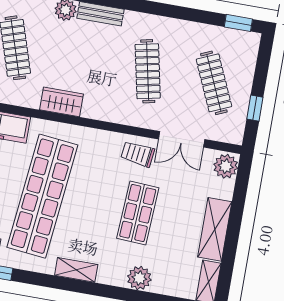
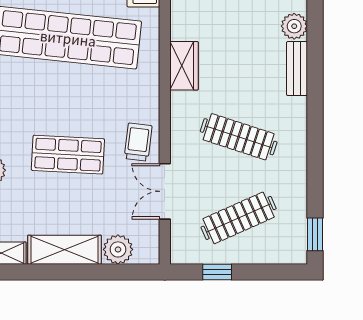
clothes rail: (148, 71) -> (239, 137), turned 30
wardrobe: (61, 102) -> (184, 66), moved
plant: (226, 166) -> (118, 249), moved

